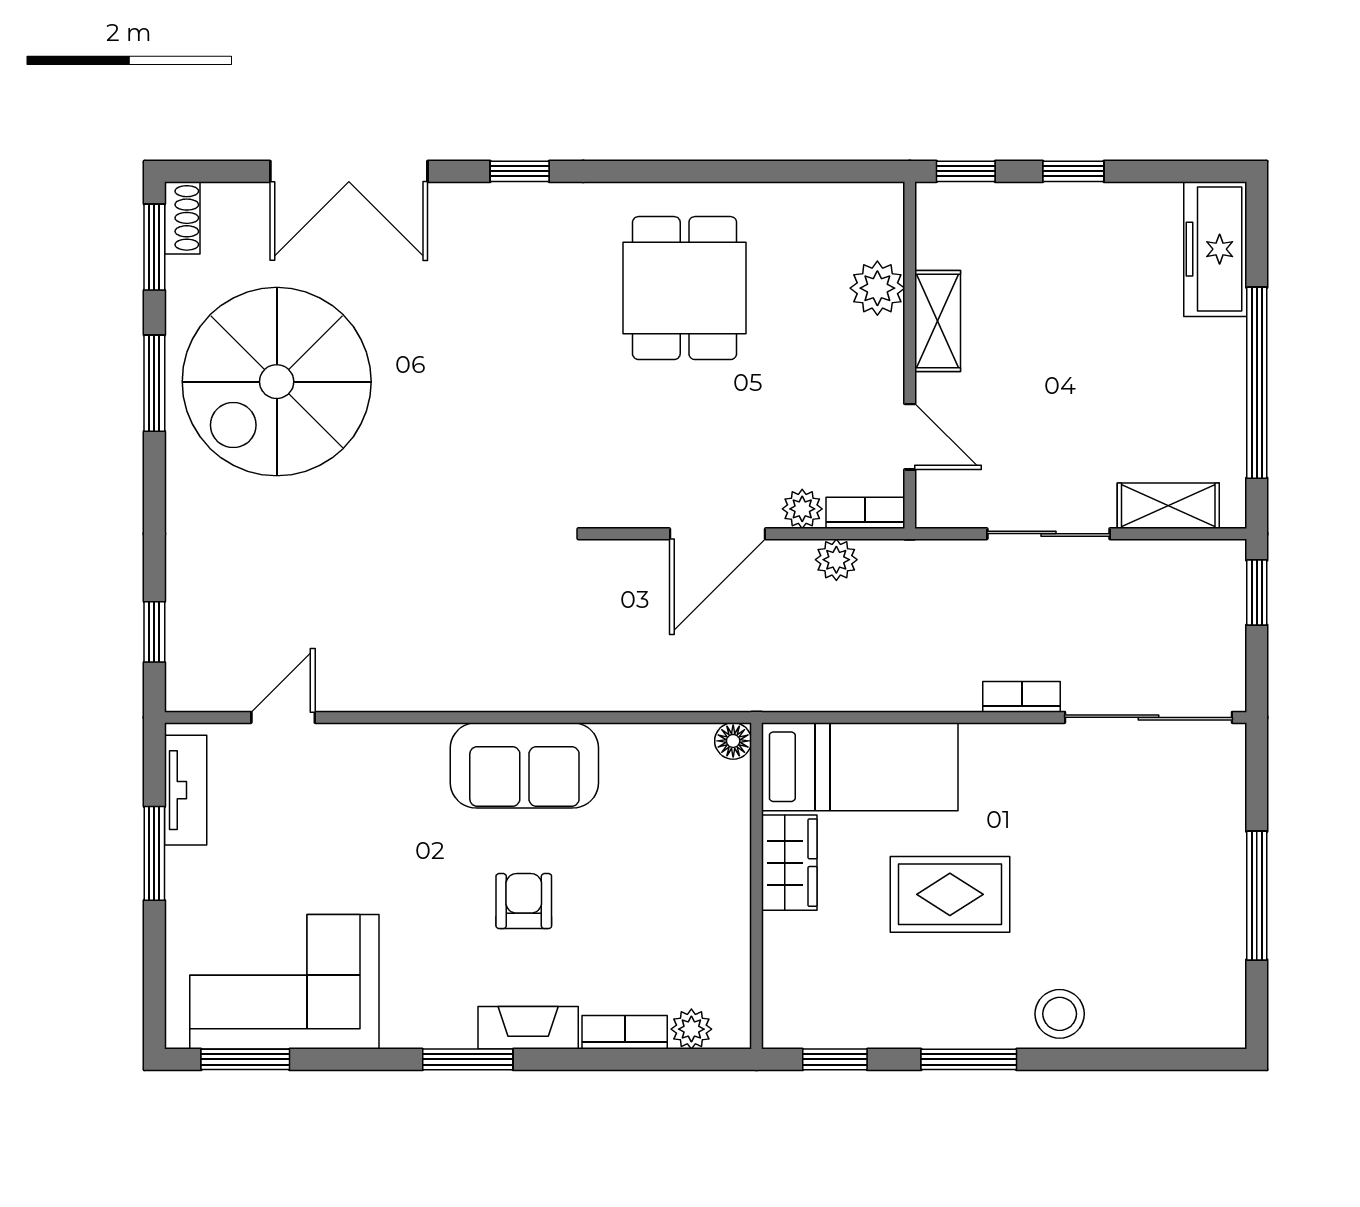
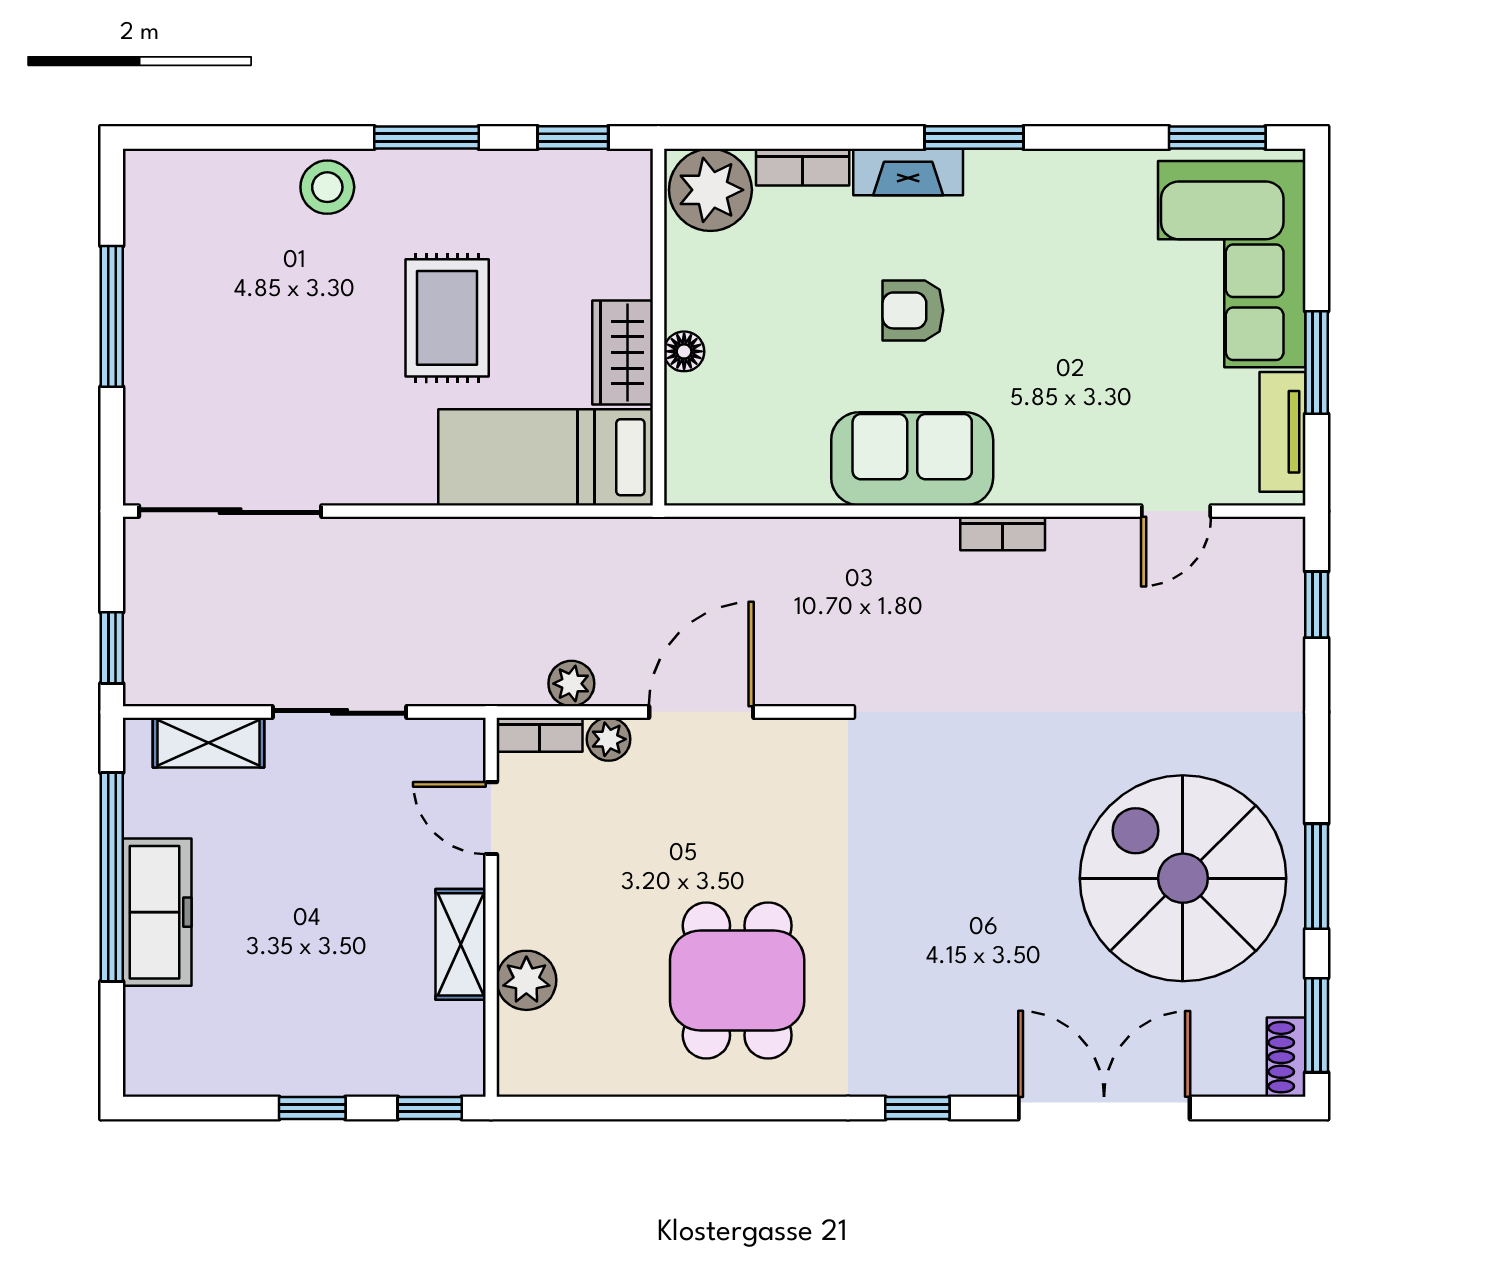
freezer: (1215, 249) -> (157, 912), moved
spiral stairs: (277, 382) -> (1183, 878), turned -90
bookcase: (1022, 697) -> (1003, 534), moved
floor lamp: (733, 741) -> (684, 351), moved
rug: (950, 894) -> (447, 318), turned 90
armchair: (524, 901) -> (913, 310), turned 90
corner sofa: (284, 982) -> (1232, 264), moved, turned 90
plant: (691, 1029) -> (710, 190), width x1.88, depth x1.88

